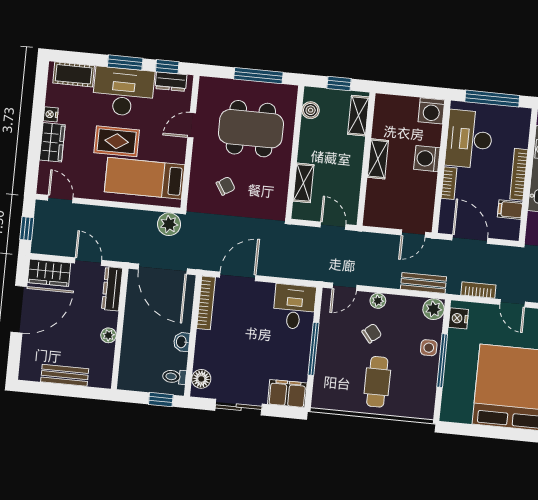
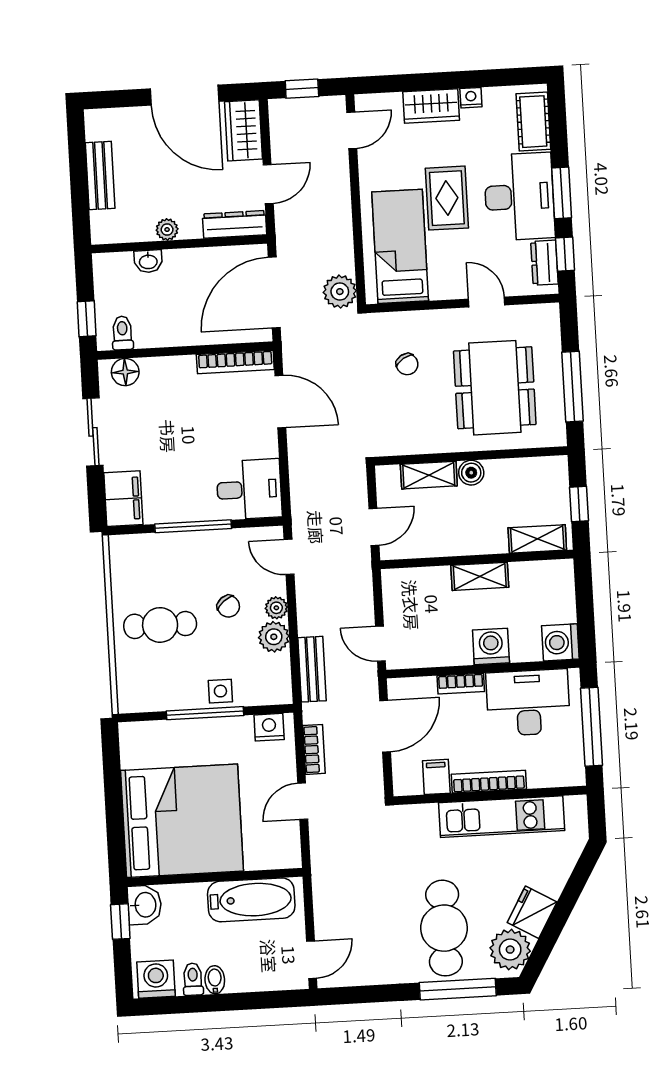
boiler: (311, 110) -> (471, 473), moved
plant: (434, 309) -> (274, 637), moved
washbasin: (182, 342) -> (148, 261), moved, turned 180

